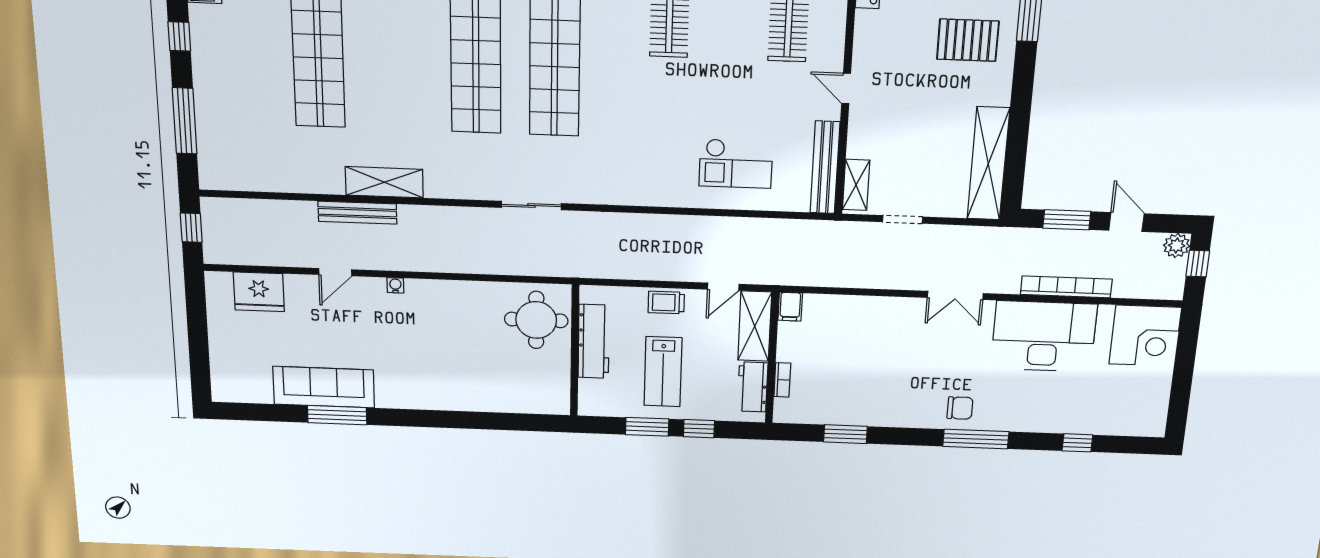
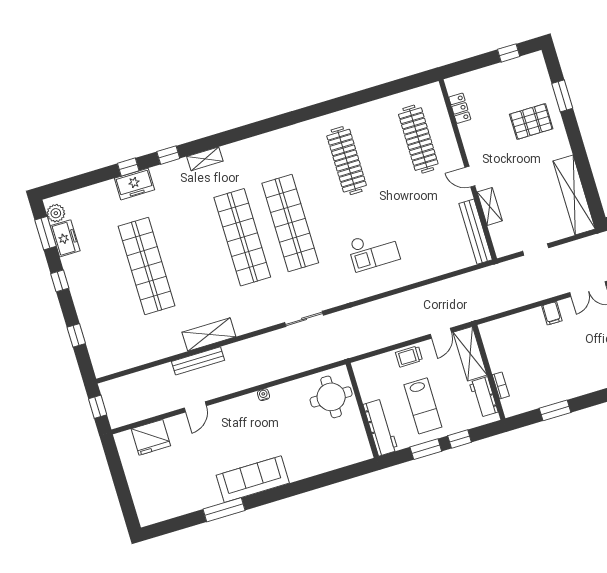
window: (185, 121) -> (76, 335), width x0.46
checkout: (736, 164) -> (374, 250), moved
shelving: (856, 185) -> (490, 206), moved
water cooler: (395, 285) -> (263, 395), moved
filing cabinet: (790, 307) -> (552, 313), moved
workbench: (594, 341) -> (380, 427), moved
sofa: (324, 387) -> (253, 479), moved

